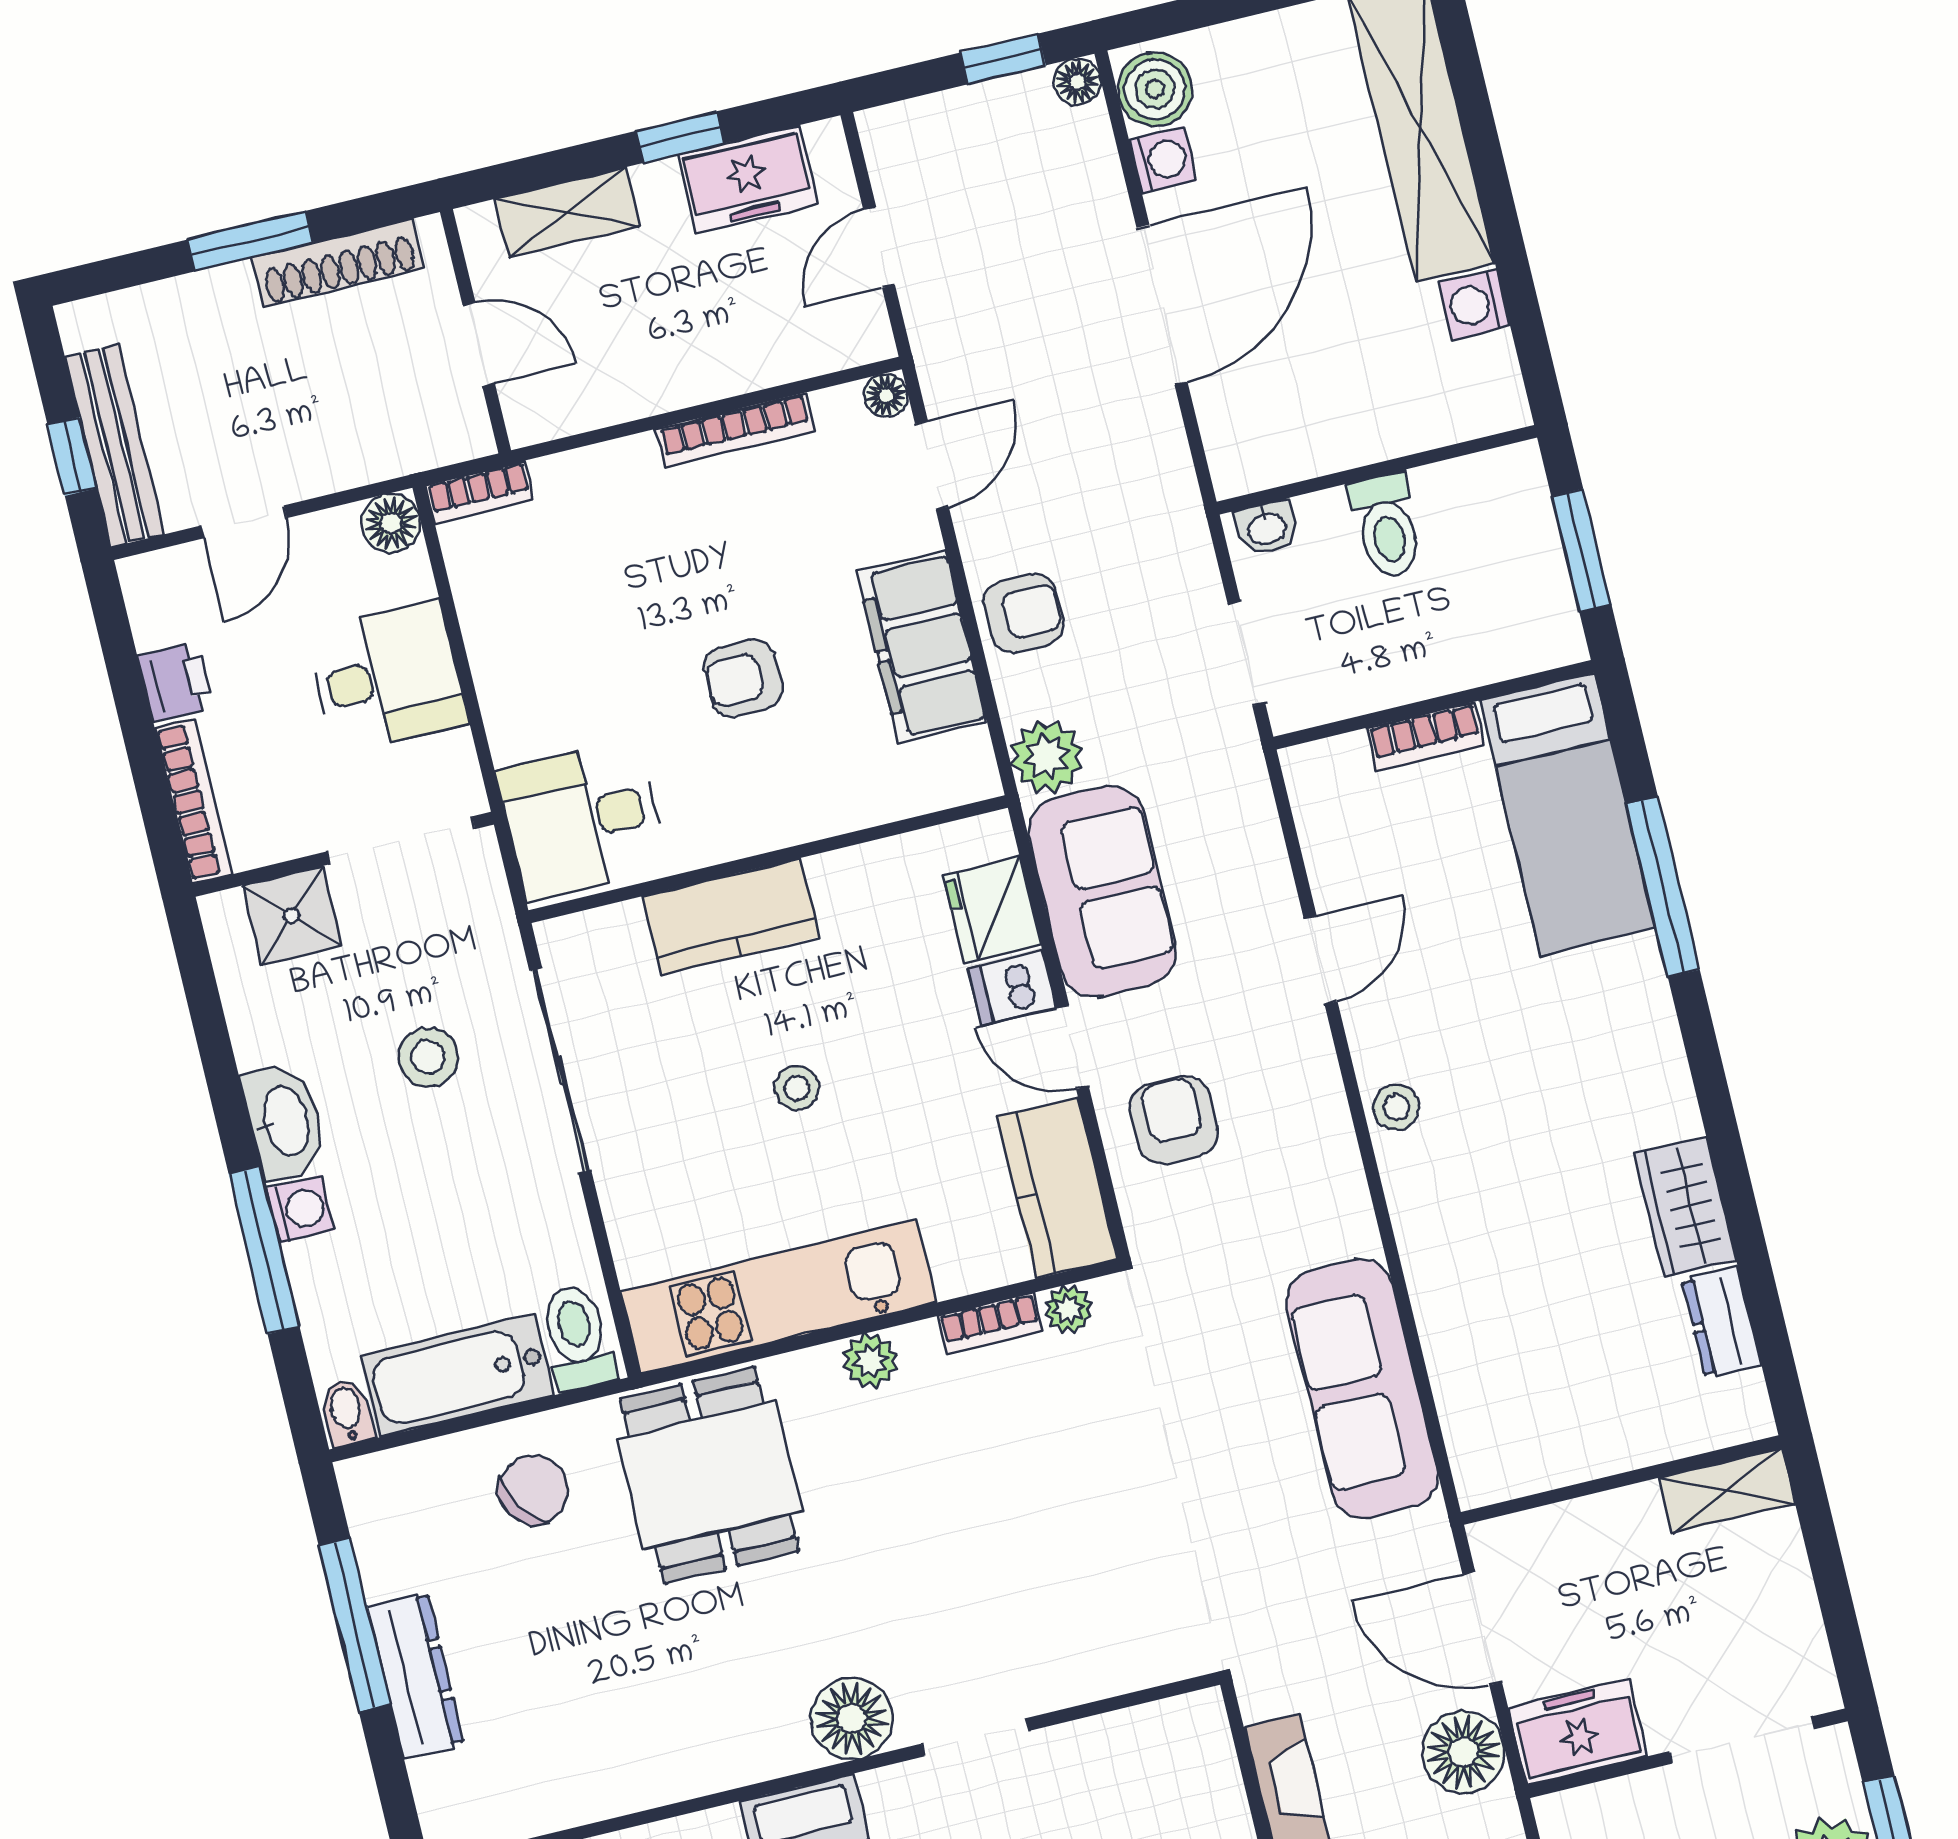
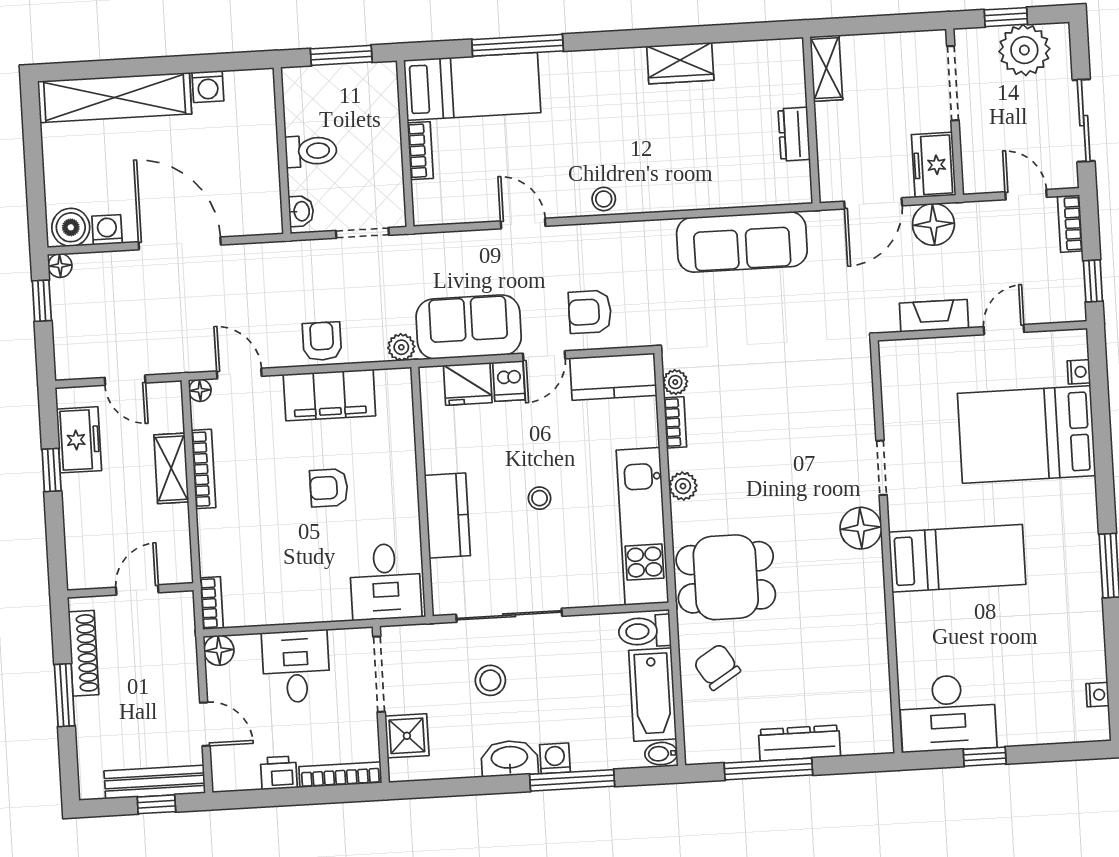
shelving: (567, 213) -> (171, 468), moved
armchair: (743, 678) -> (329, 488), turned 90
plant: (1047, 757) -> (401, 347), width x0.73, depth x0.73
dresser: (1722, 1322) -> (794, 134), moved, turned 90

